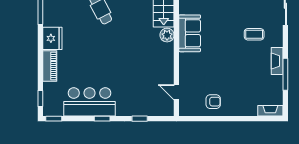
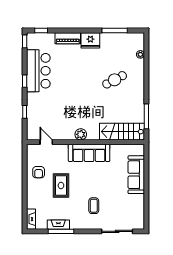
sofa: (190, 33) -> (89, 153), width x1.36
plant: (167, 35) -> (81, 134), moved
fireplace: (277, 61) -> (58, 225), moved
rug: (229, 74) -> (61, 185), added
door: (176, 92) -> (46, 142), hinge flipped

